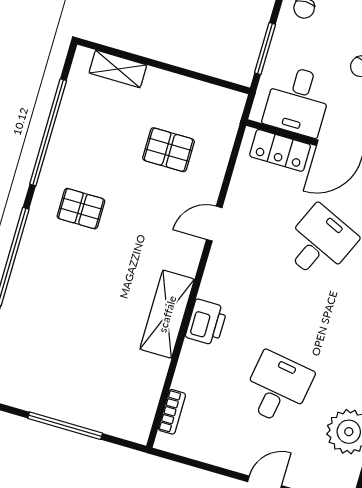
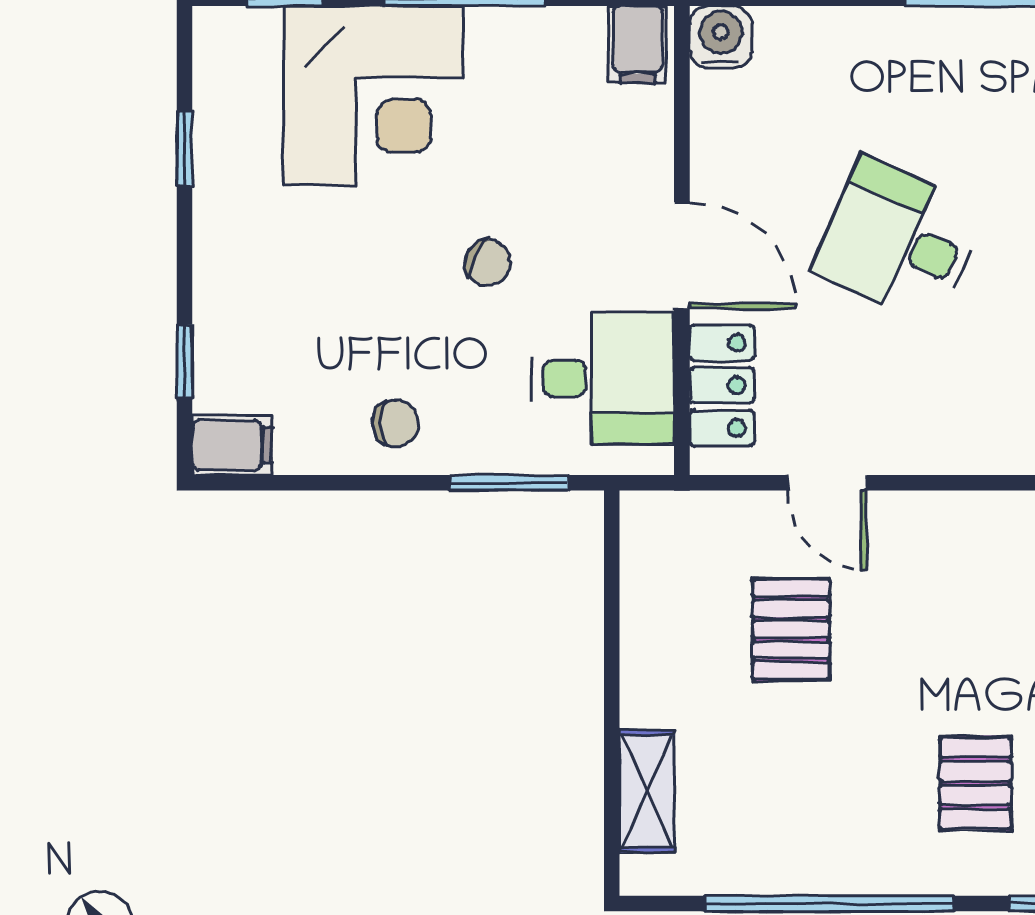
door: (214, 224) -> (827, 483), moved

